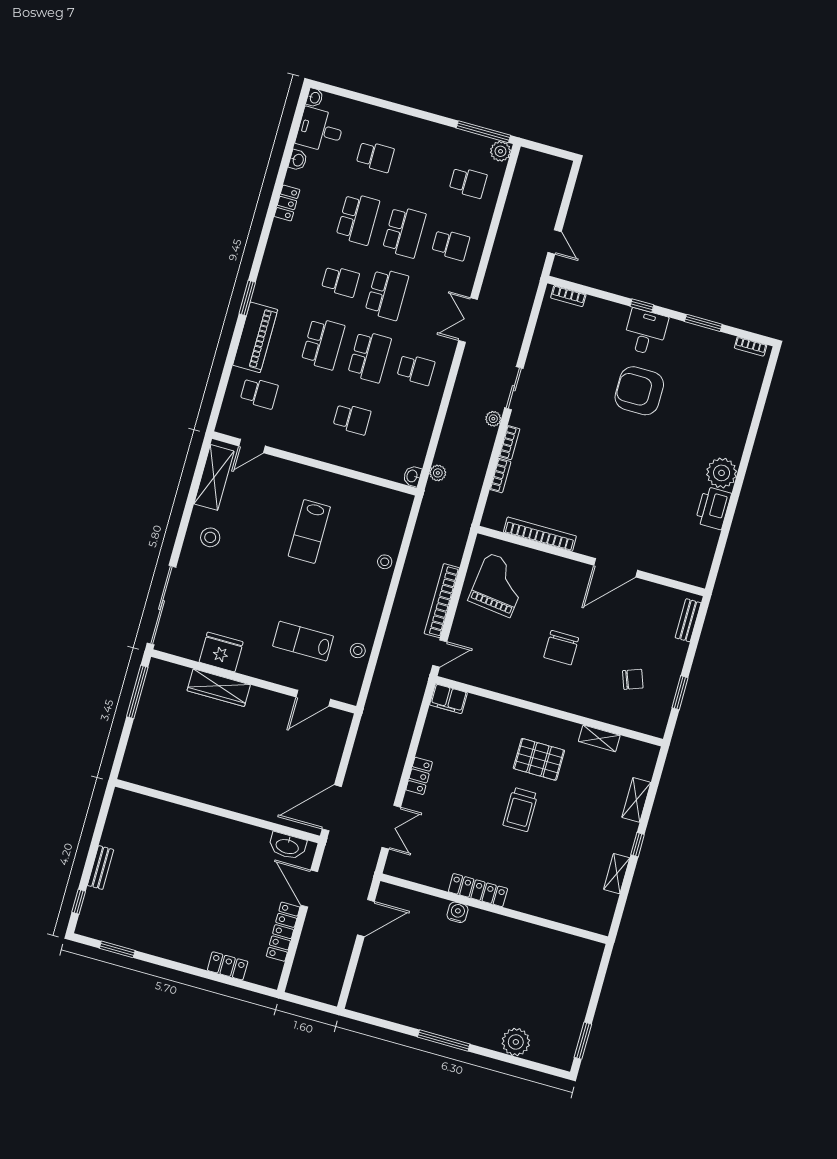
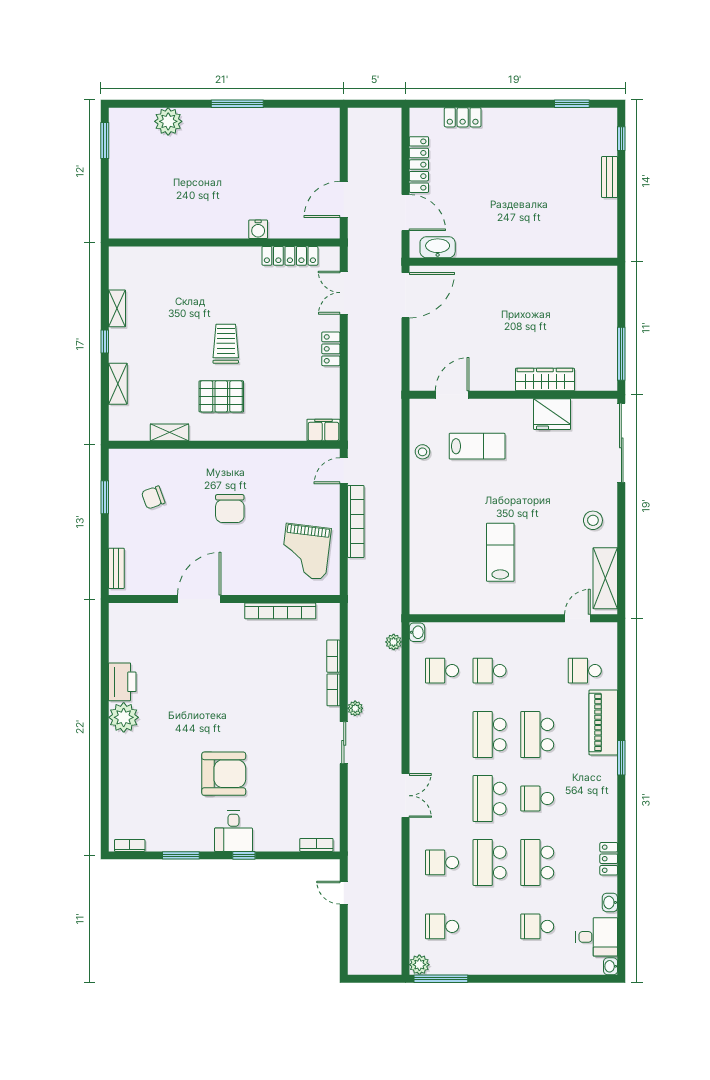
school desk: (416, 370) -> (442, 671), moved
stool: (385, 562) -> (420, 543), removed
chair: (561, 648) -> (230, 509), turned 180
locker: (478, 890) -> (290, 256), moved

